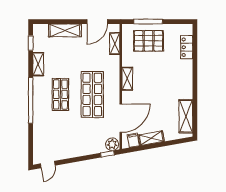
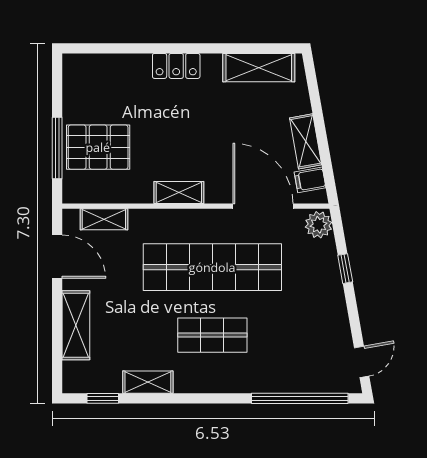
pallet: (149, 41) -> (98, 147), turned 90
locker: (187, 47) -> (176, 66), moved
shop shelf: (92, 94) -> (212, 267), width x1.40
window: (31, 101) -> (300, 398), moved
window: (107, 154) -> (345, 269), moved
door: (48, 165) -> (362, 362), hinge flipped

